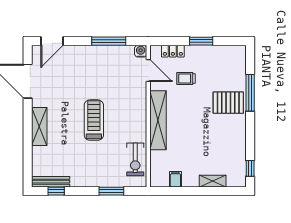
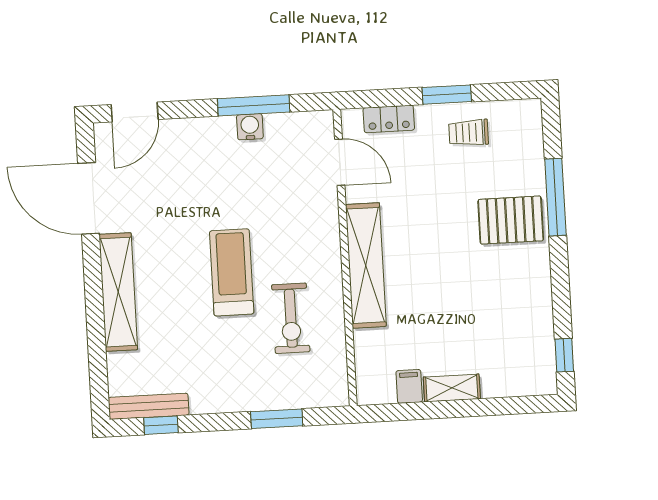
water cooler: (141, 51) -> (250, 127), moved
trolley: (186, 79) -> (469, 133), moved
shelving: (39, 126) -> (118, 292), width x1.47
exercise bike: (135, 159) -> (291, 318), moved
shelving: (213, 181) -> (452, 388), moved

